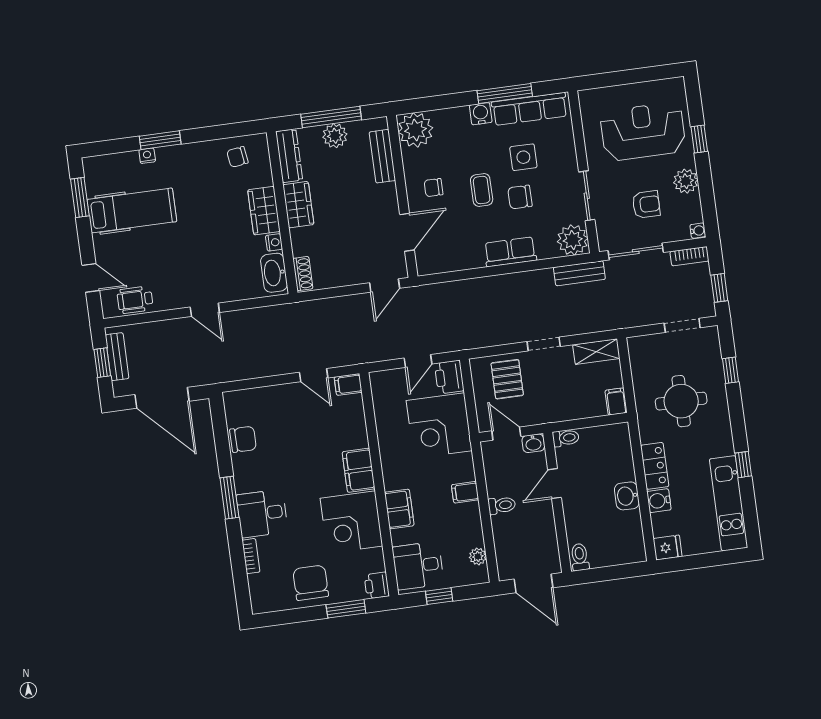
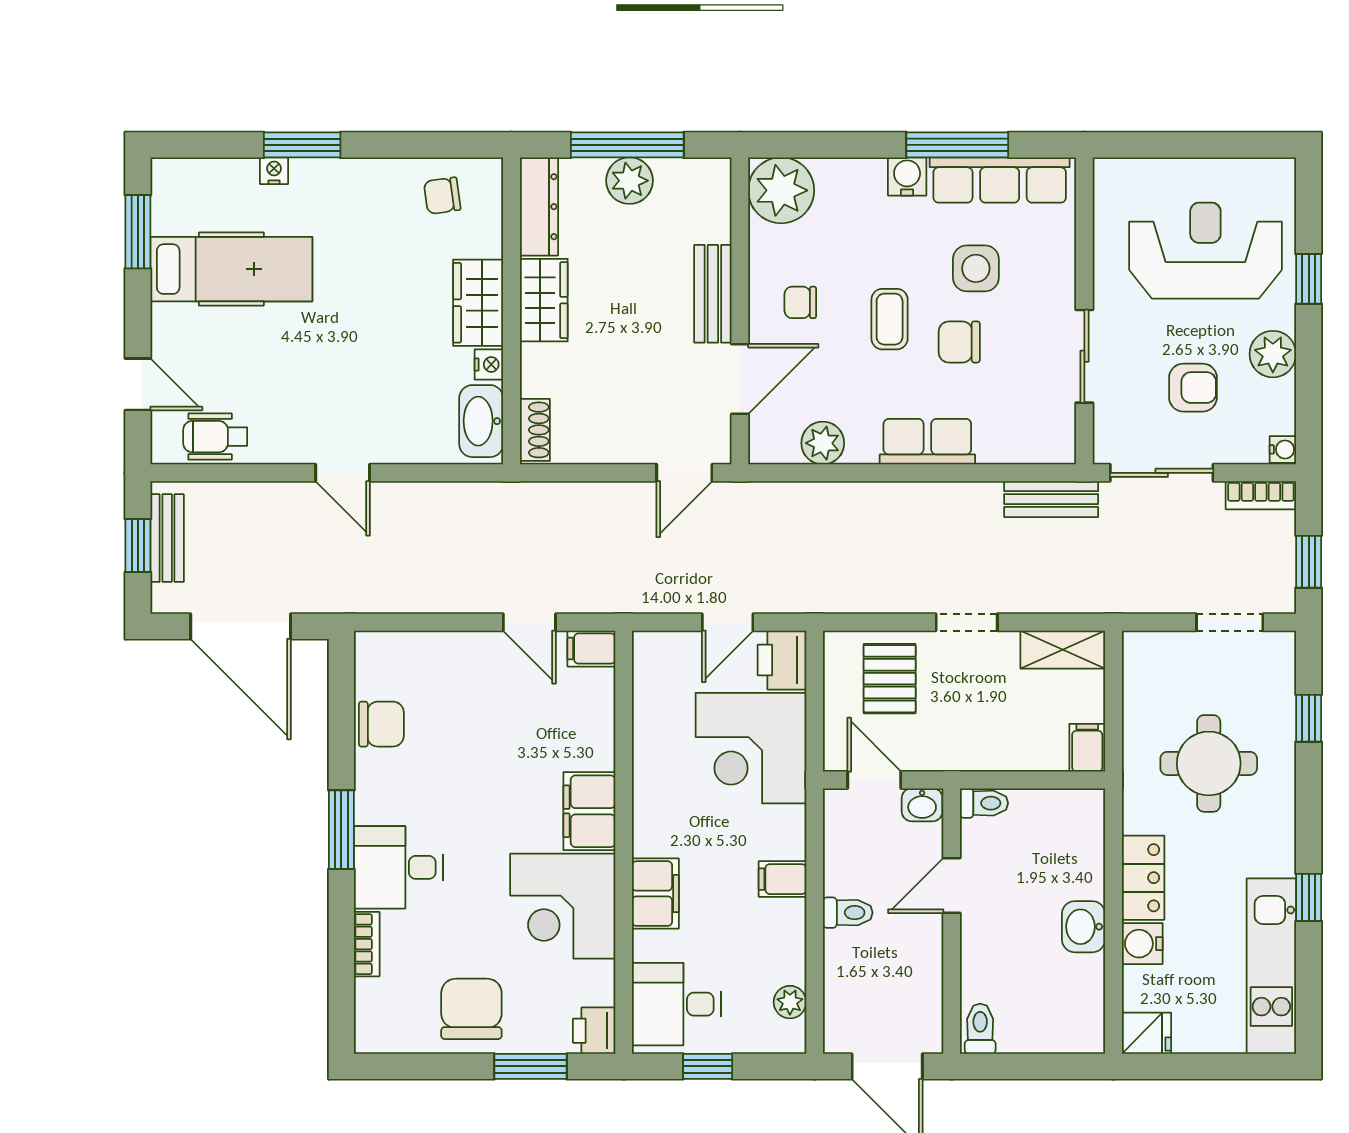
bench: (382, 156) -> (713, 294), moved
plant: (573, 240) -> (823, 443), moved, width x0.73, depth x0.73

